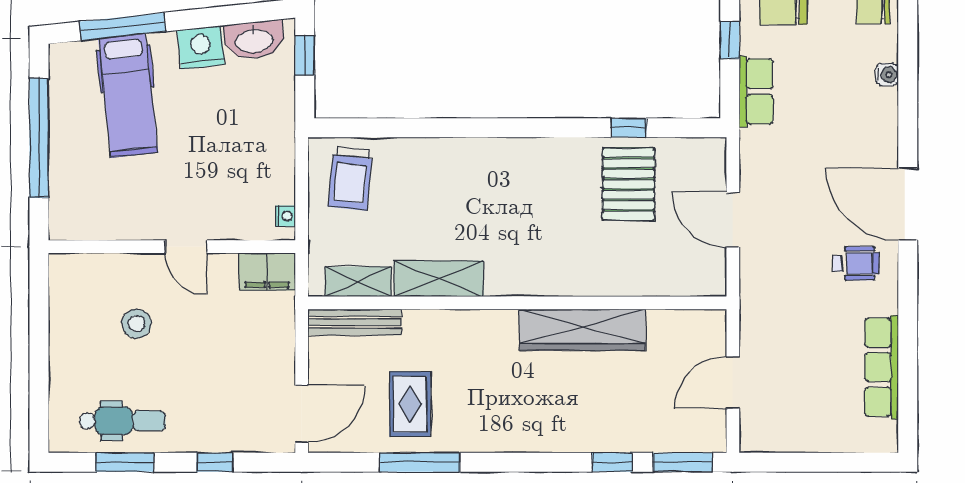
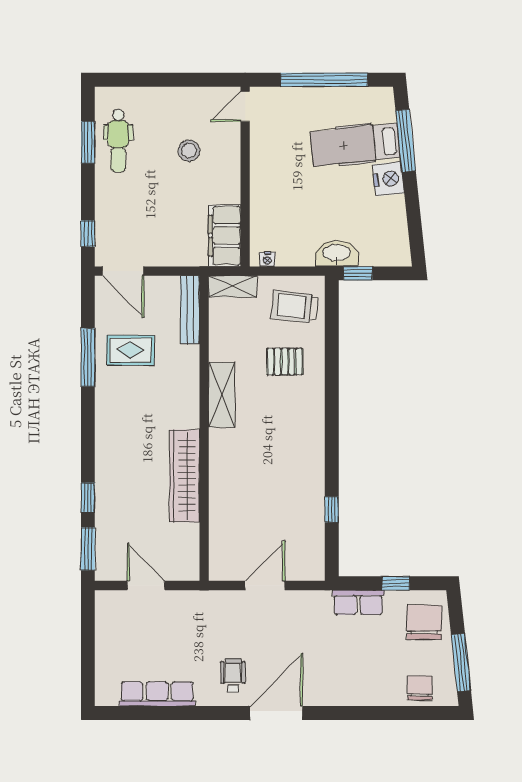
washbasin: (254, 40) -> (337, 253), moved, turned 96
nightstand: (201, 47) -> (388, 179), moved
window: (305, 56) -> (358, 273), moved
water cooler: (887, 75) -> (371, 698), removed
pallet: (628, 184) -> (285, 362), moved, width x0.67, depth x0.71
door: (186, 247) -> (245, 106), moved
wheelchair: (856, 263) -> (233, 675), turned 180
filing cabinet: (267, 272) -> (225, 236), width x1.50, depth x1.17
shelving: (439, 279) -> (222, 395), moved
shelving: (358, 282) -> (233, 287), moved, turned 90
window: (215, 462) -> (88, 234), moved

